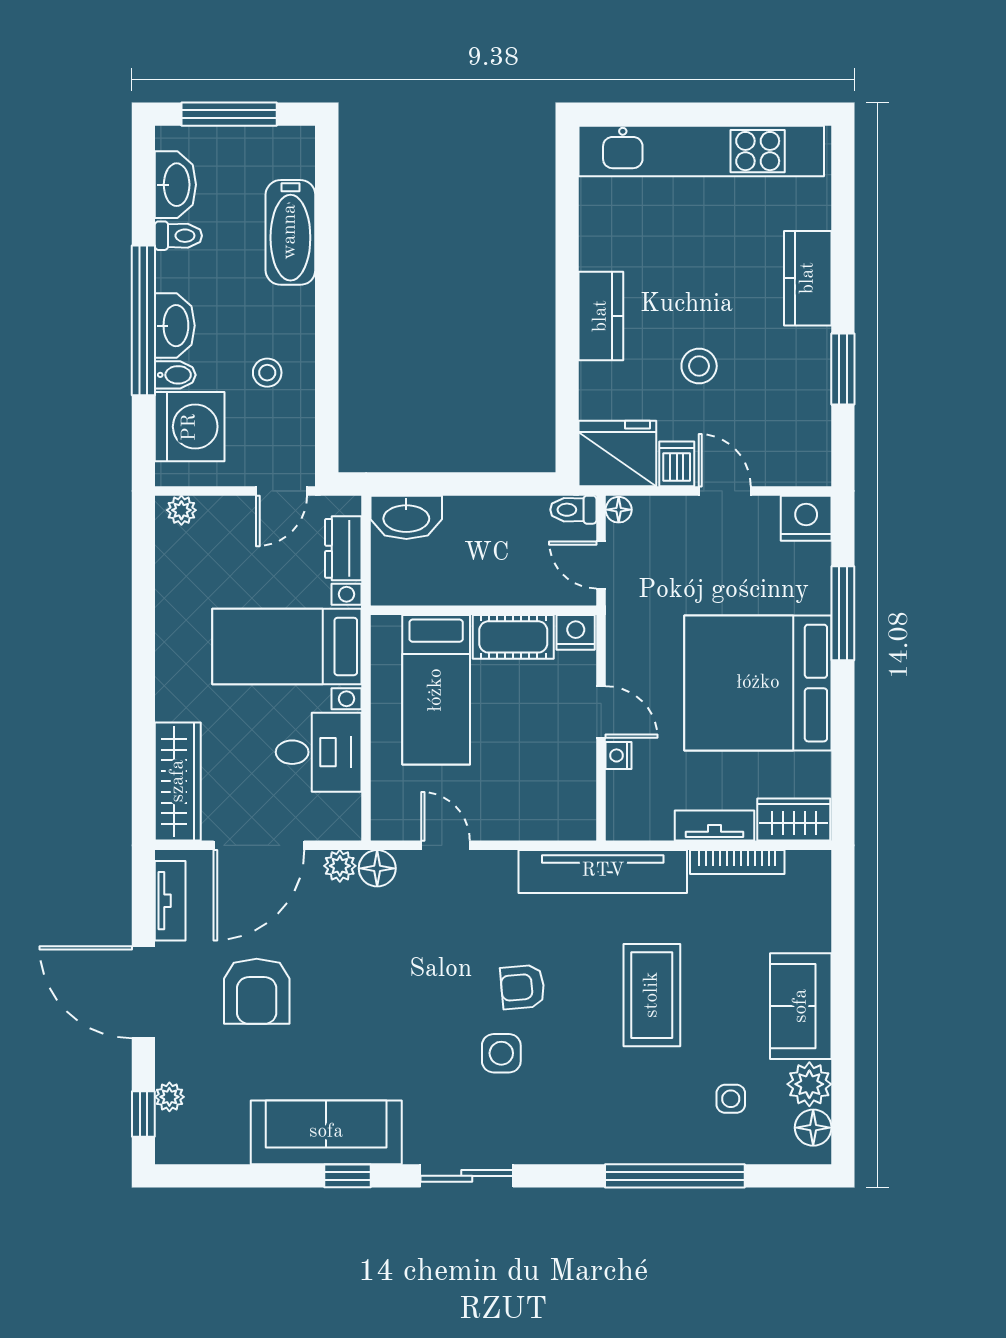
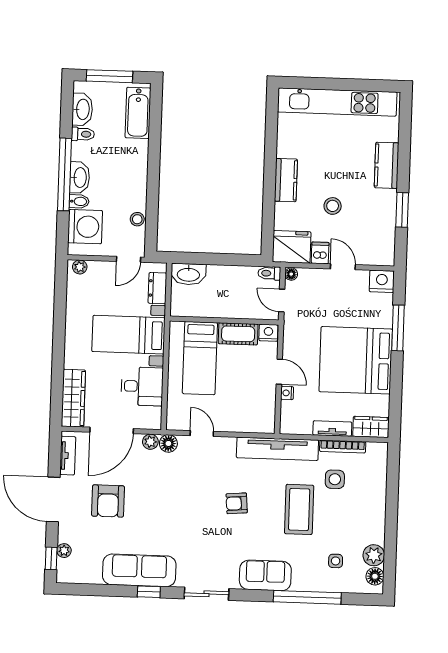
bathtub: (290, 232) -> (138, 113), moved
stool: (267, 373) -> (137, 219), moved
sofa: (801, 1006) -> (265, 575), moved, turned 90
side table: (501, 1053) -> (335, 479), moved

